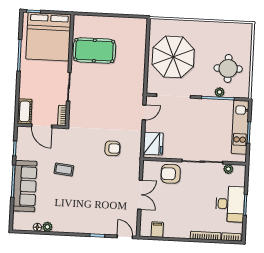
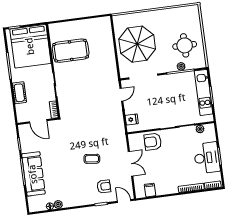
cot: (25, 111) -> (19, 93), moved
fridge: (153, 144) -> (132, 120), width x0.53, depth x0.75
armchair: (112, 148) -> (104, 186), moved
coffee table: (64, 170) -> (92, 159), moved

